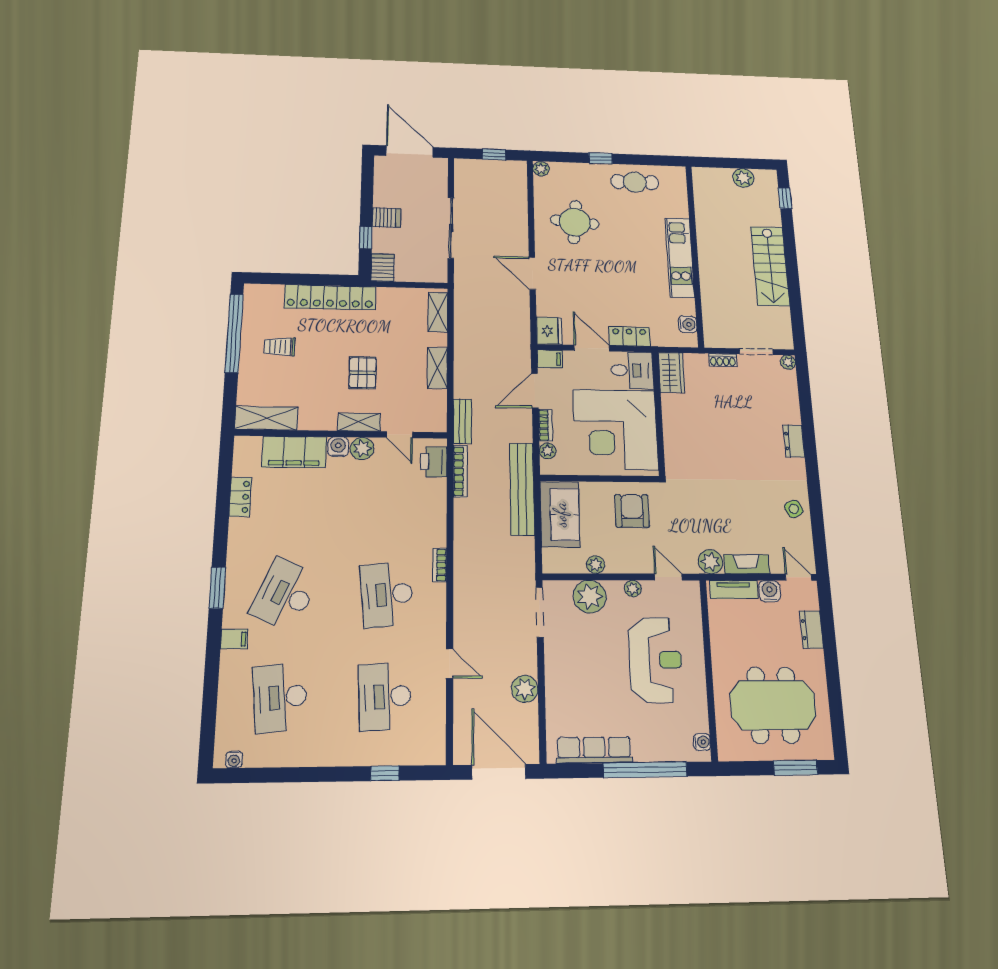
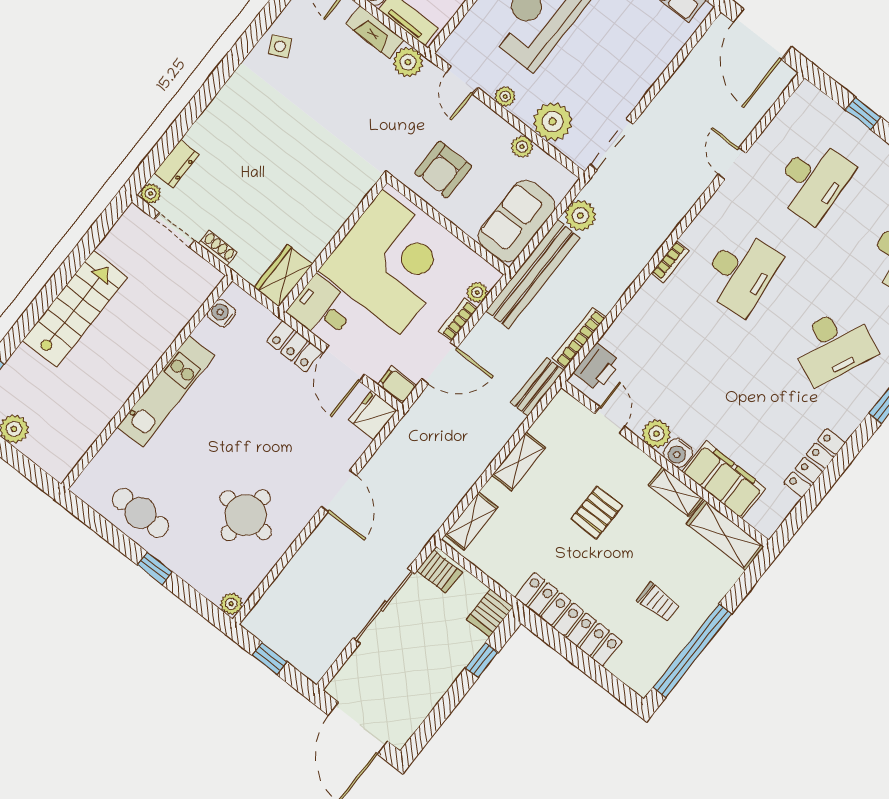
server rack: (386, 218) -> (439, 571), moved, turned 180
shelving: (359, 422) -> (676, 492), moved
dresser: (794, 441) -> (177, 164), moved
locker: (240, 497) -> (814, 463), width x1.53
plant: (525, 689) -> (580, 216), moved

